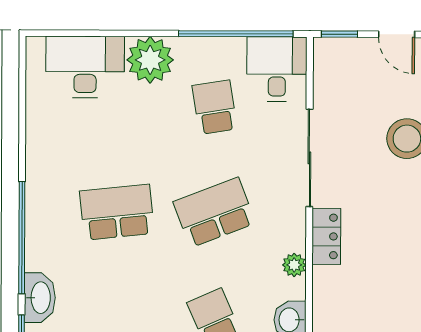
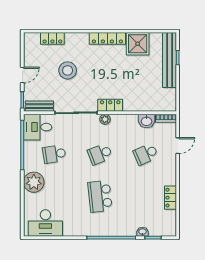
desk: (85, 67) -> (45, 223), moved, turned -90
bench: (325, 73) -> (39, 106), added
school desk: (214, 212) -> (100, 154), width x0.54
plant: (294, 265) -> (105, 119), moved
washbasin: (40, 298) -> (142, 232), width x0.52, depth x0.69

